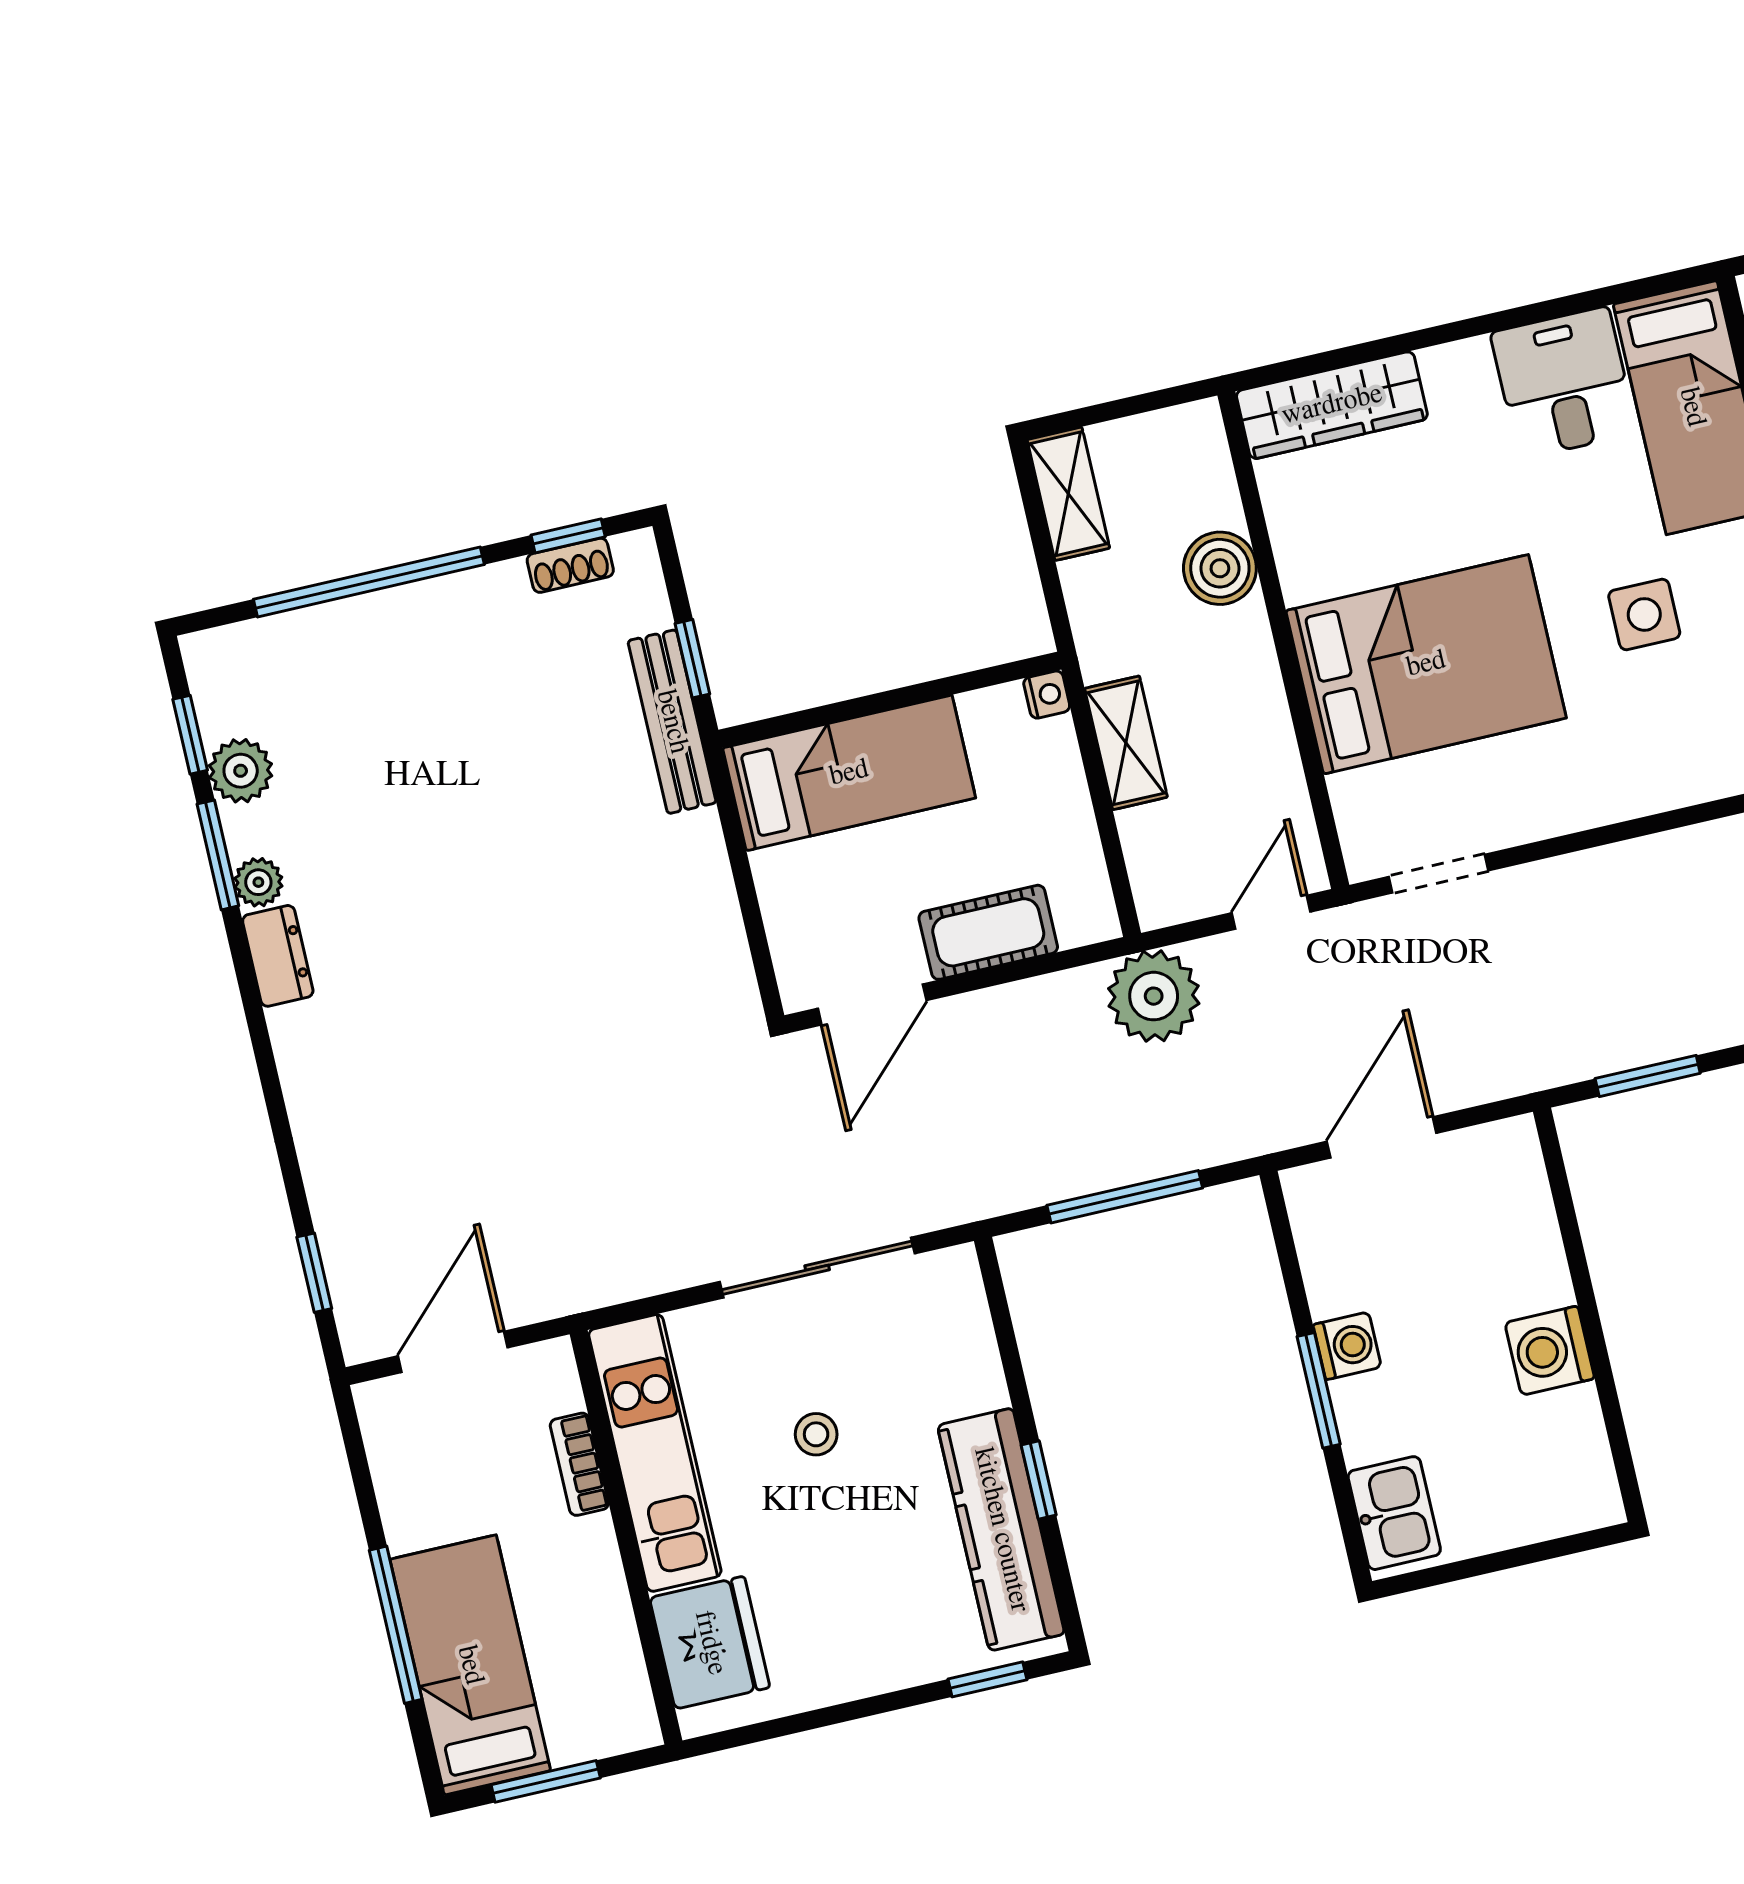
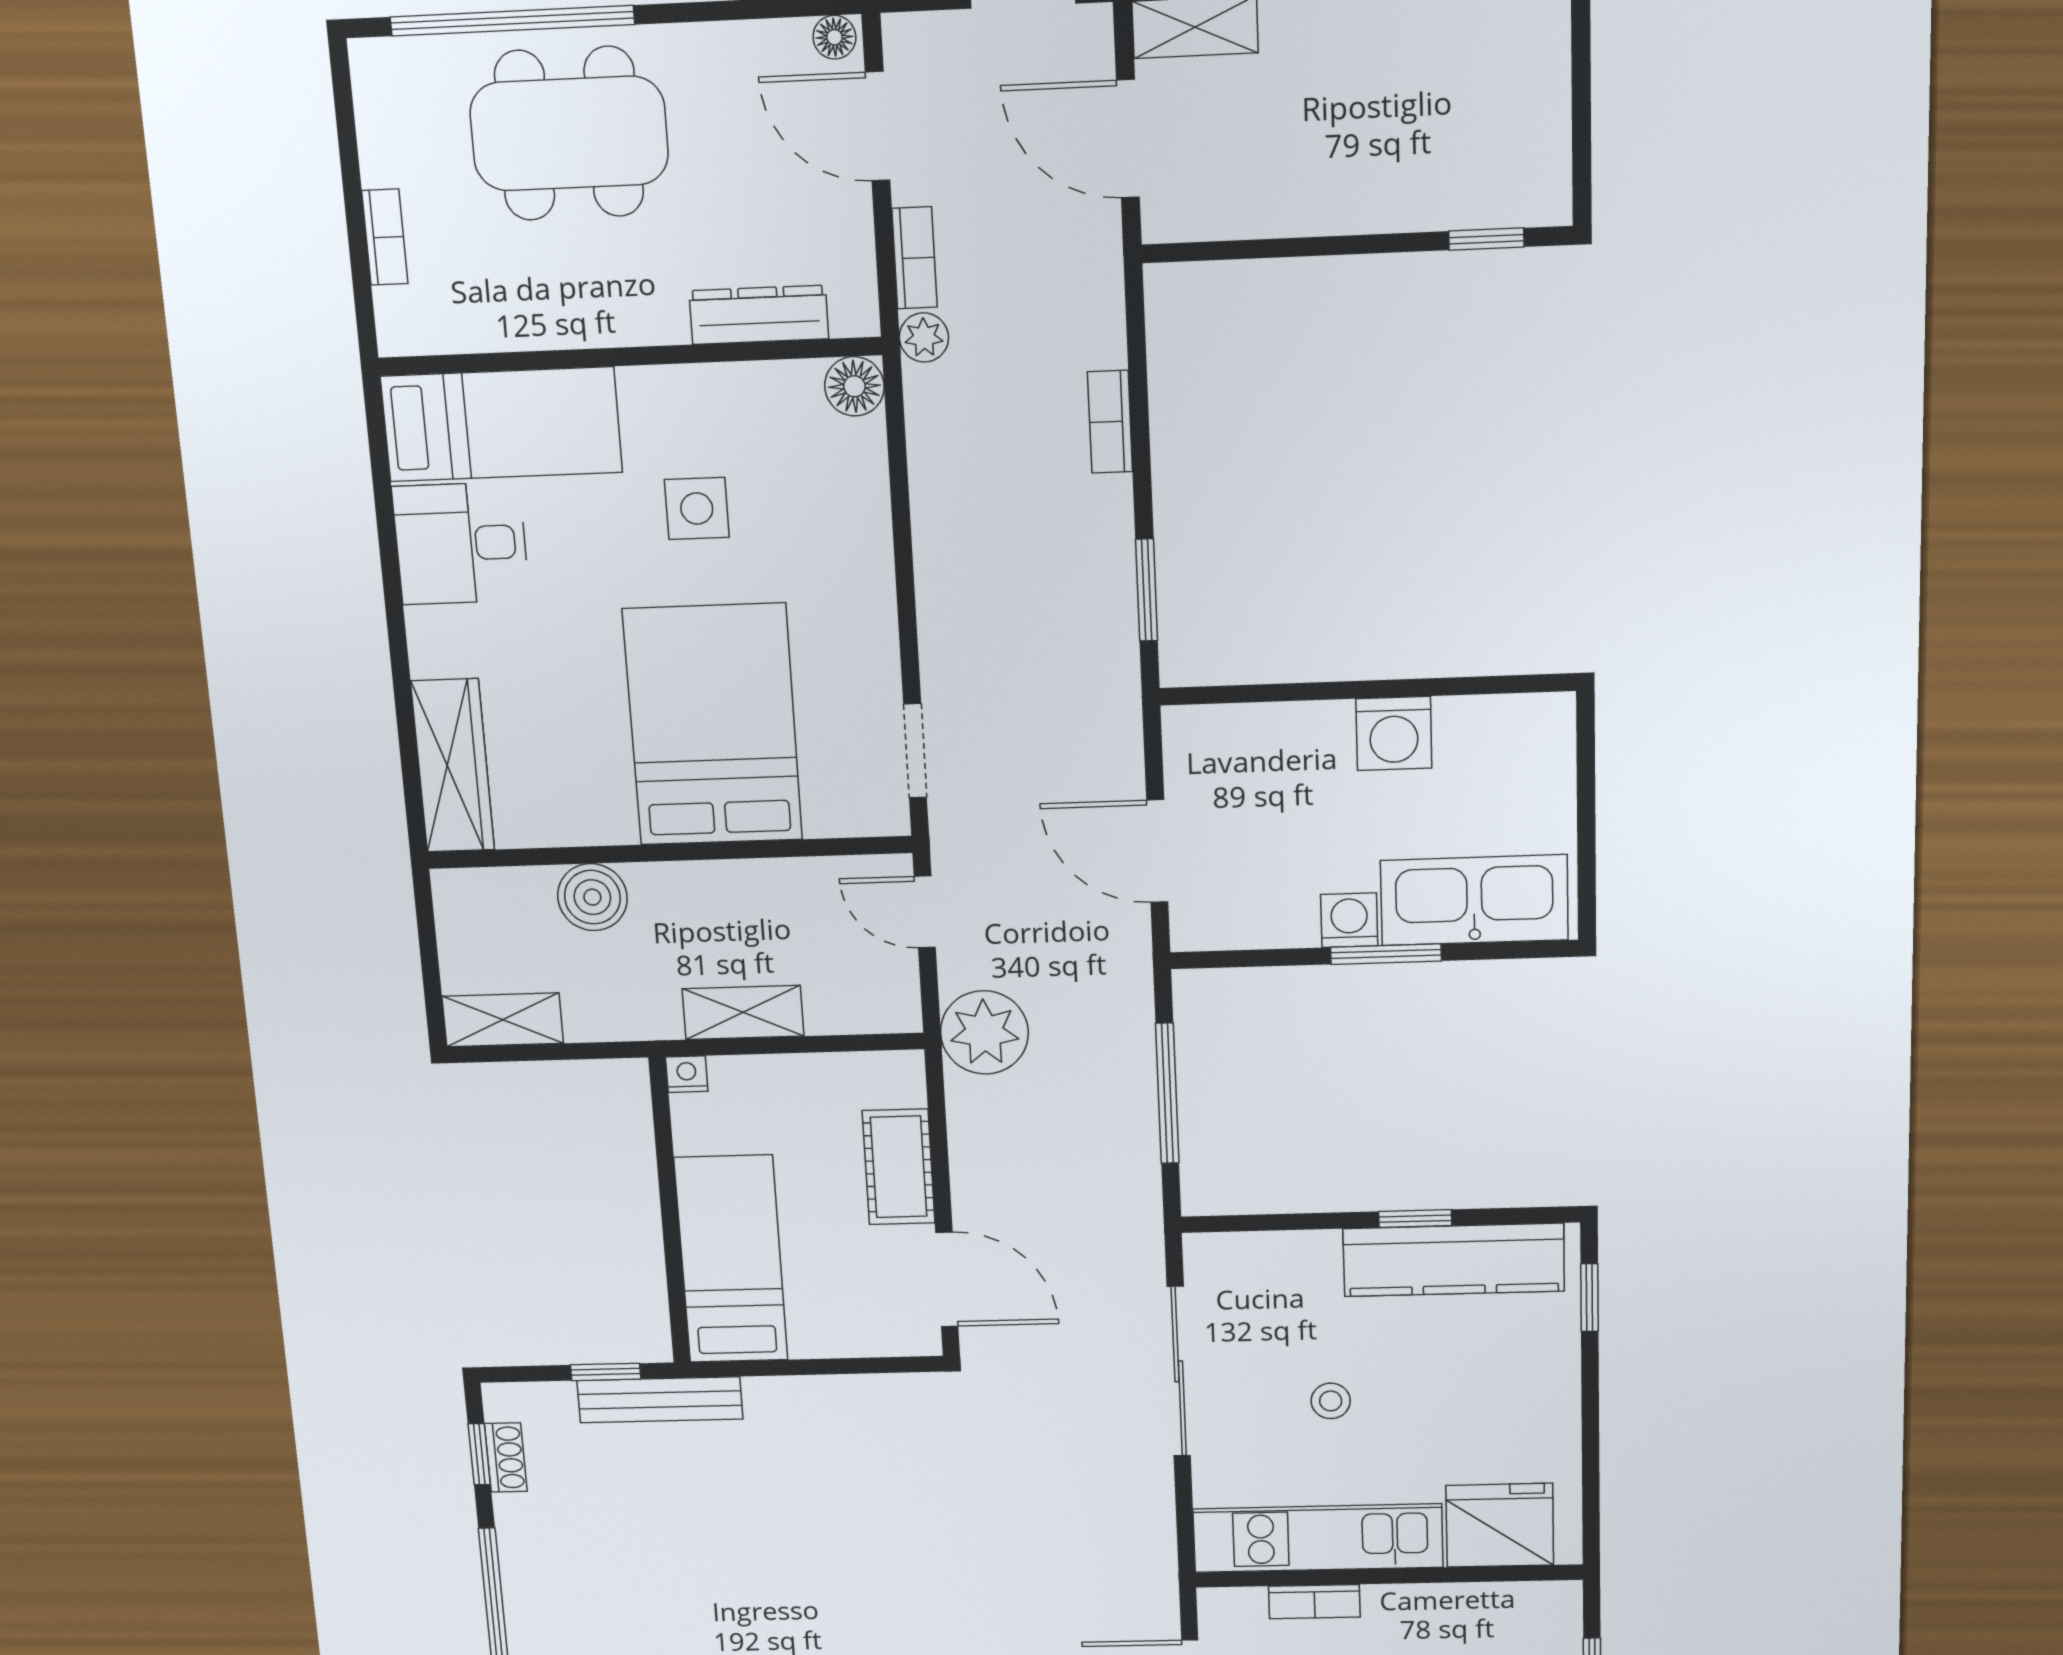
kitchen sink: (1394, 1513) -> (1474, 900), width x1.88, depth x1.24

